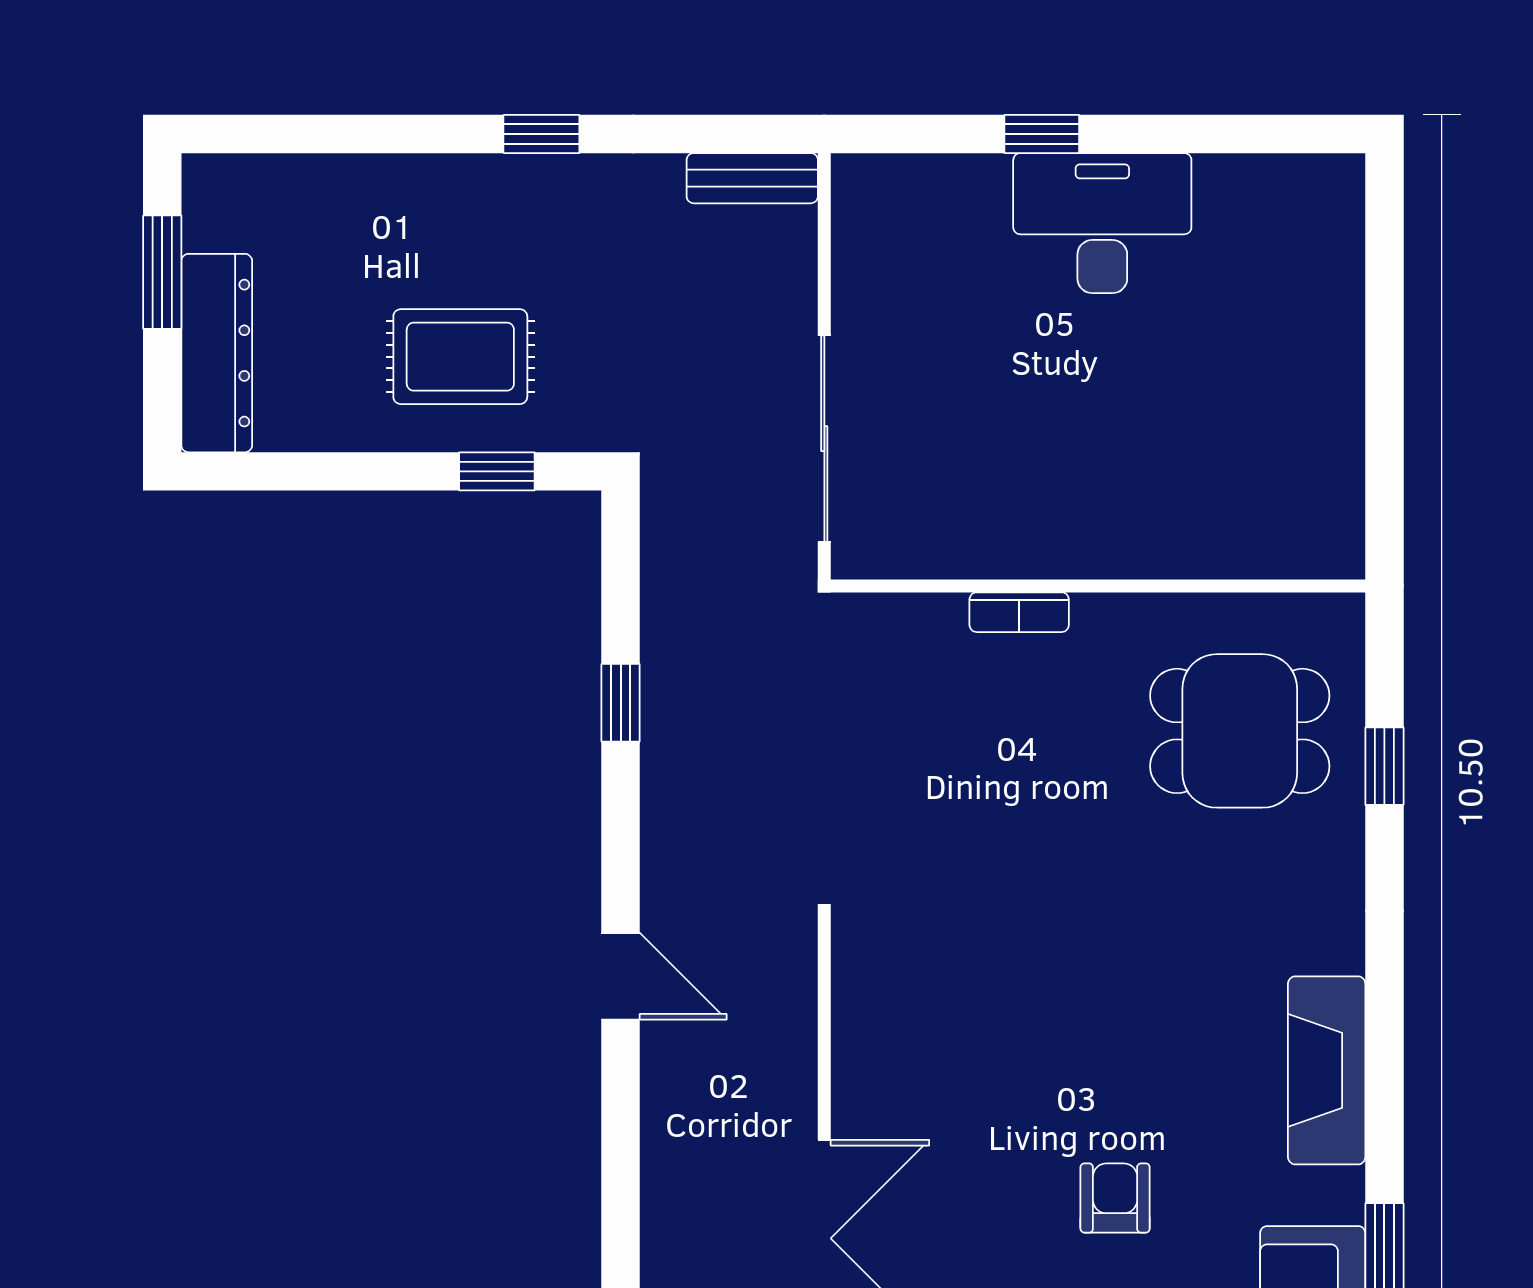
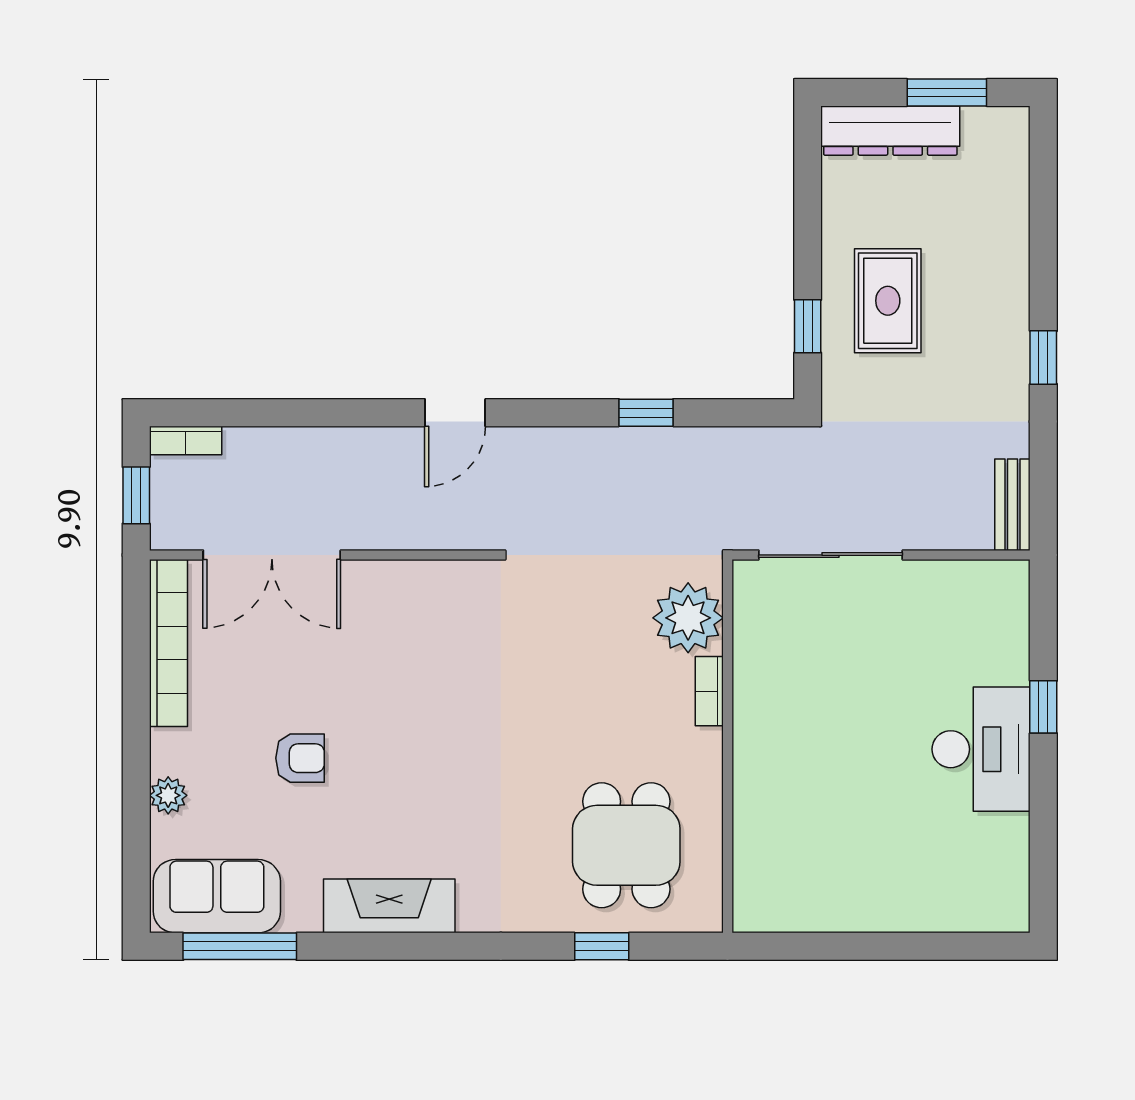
plant: (914, 643) -> (688, 618), added

